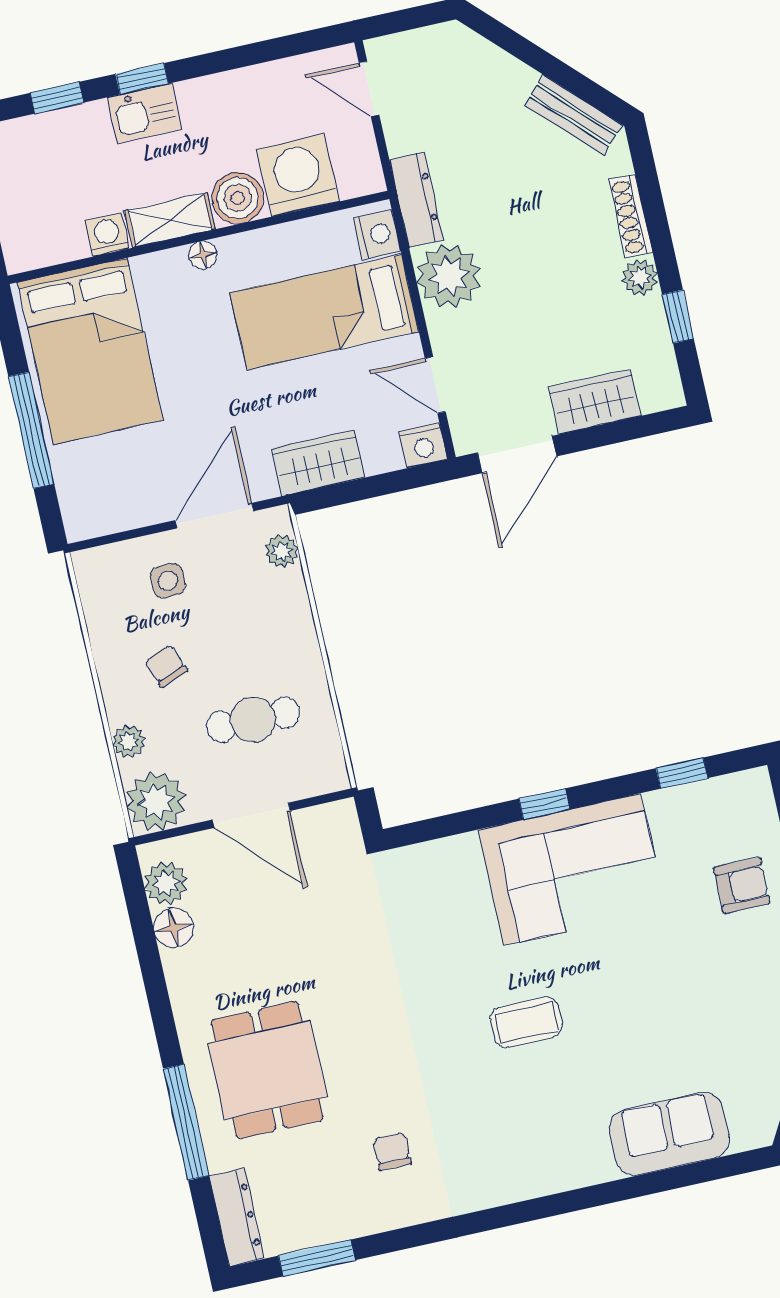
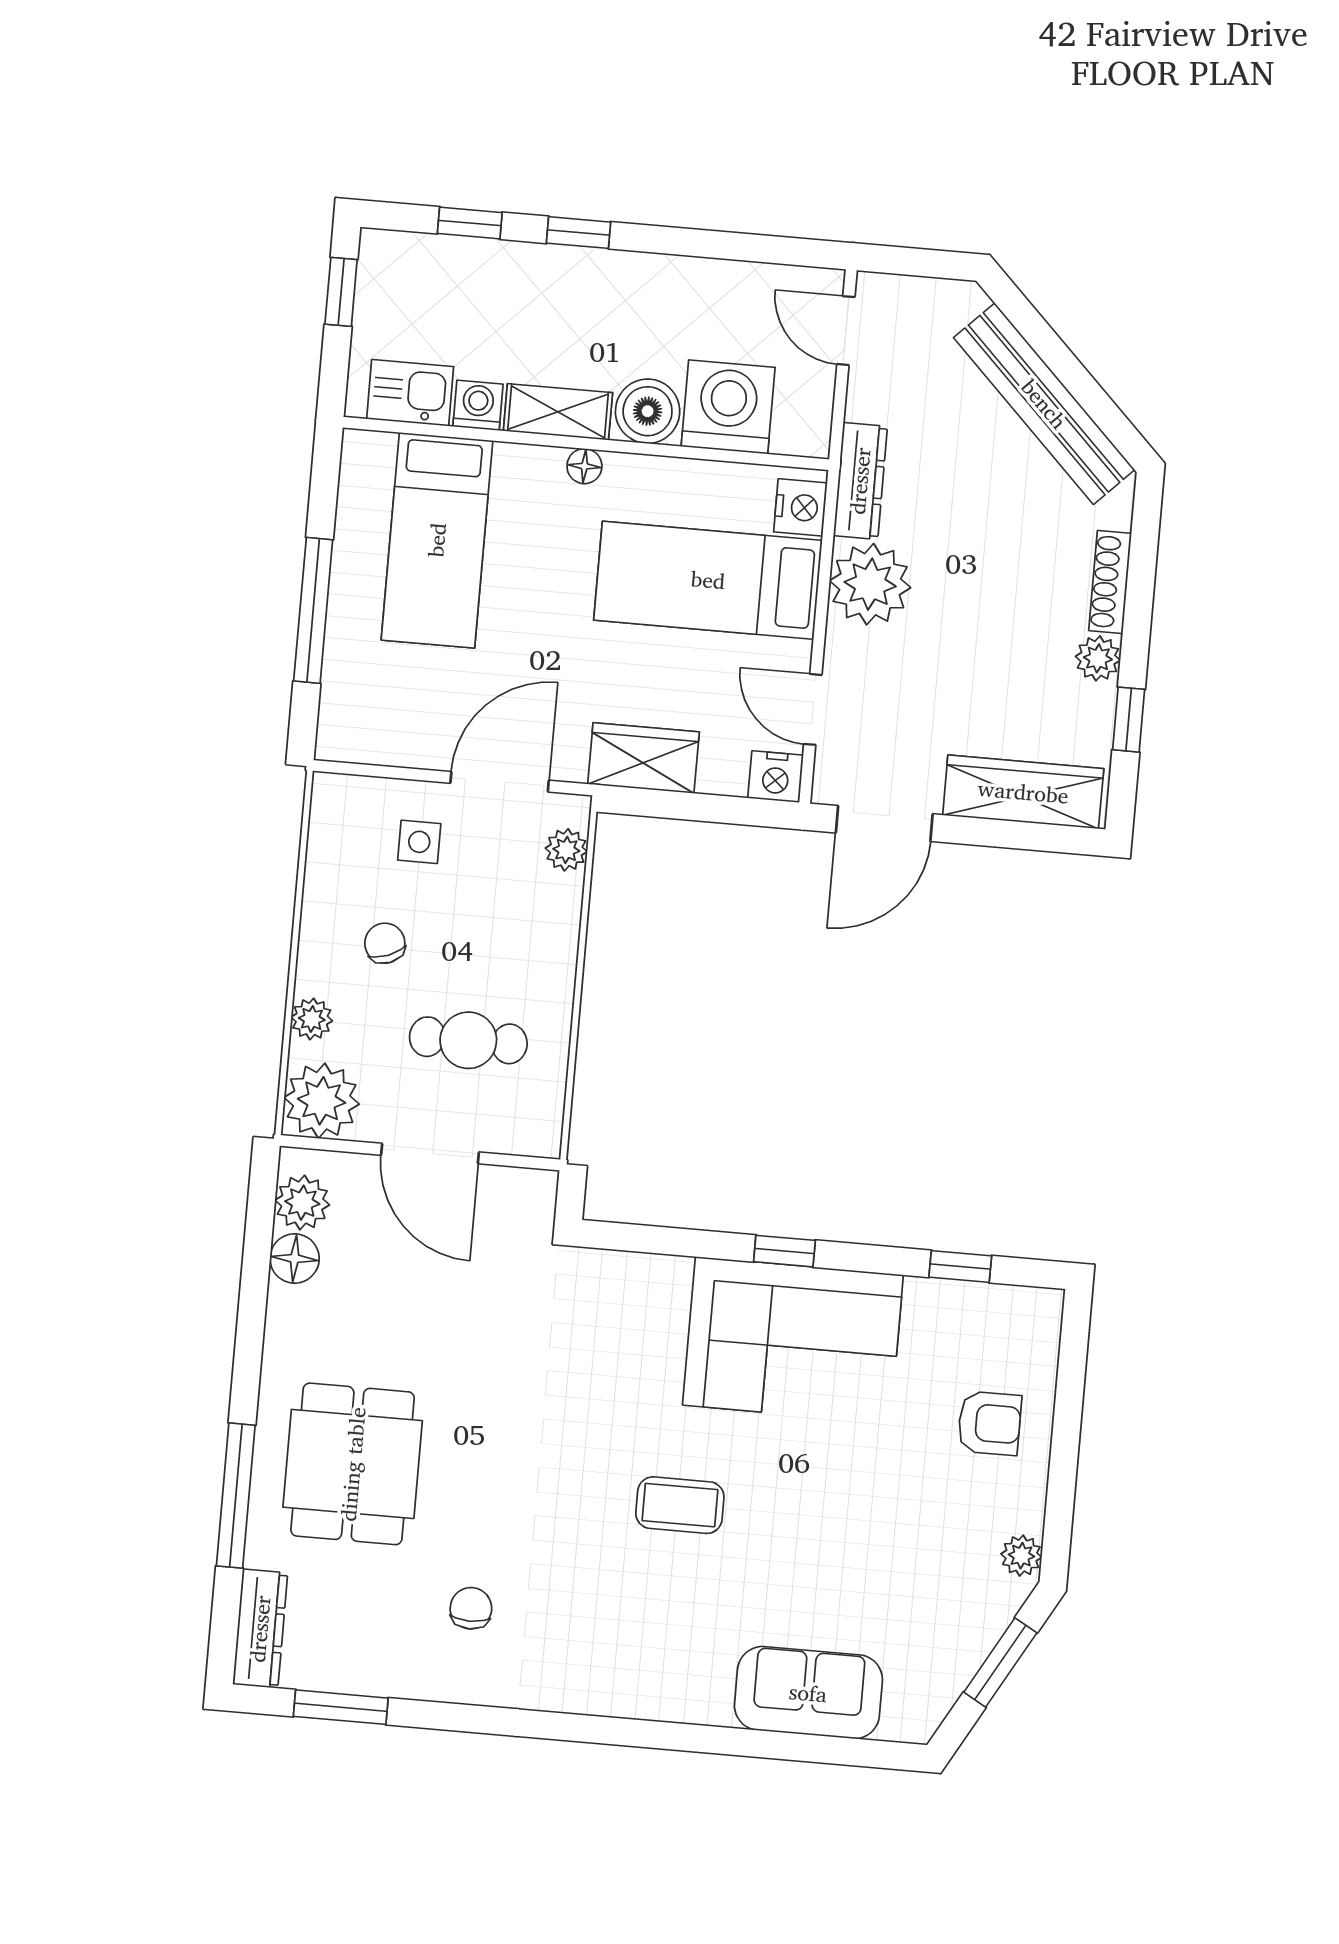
kitchen sink: (145, 113) -> (410, 393), moved, turned 180
bench: (574, 115) -> (1044, 404), width x1.86, depth x1.21
bed: (90, 351) -> (437, 540), width x0.67
wardrobe: (595, 401) -> (1023, 792), width x1.50

